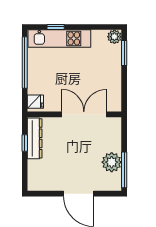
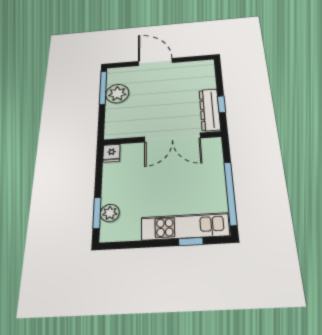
plant: (114, 37) -> (110, 213), moved
fridge: (35, 102) -> (111, 153), moved, turned -90
double door: (84, 114) -> (172, 137), moved

